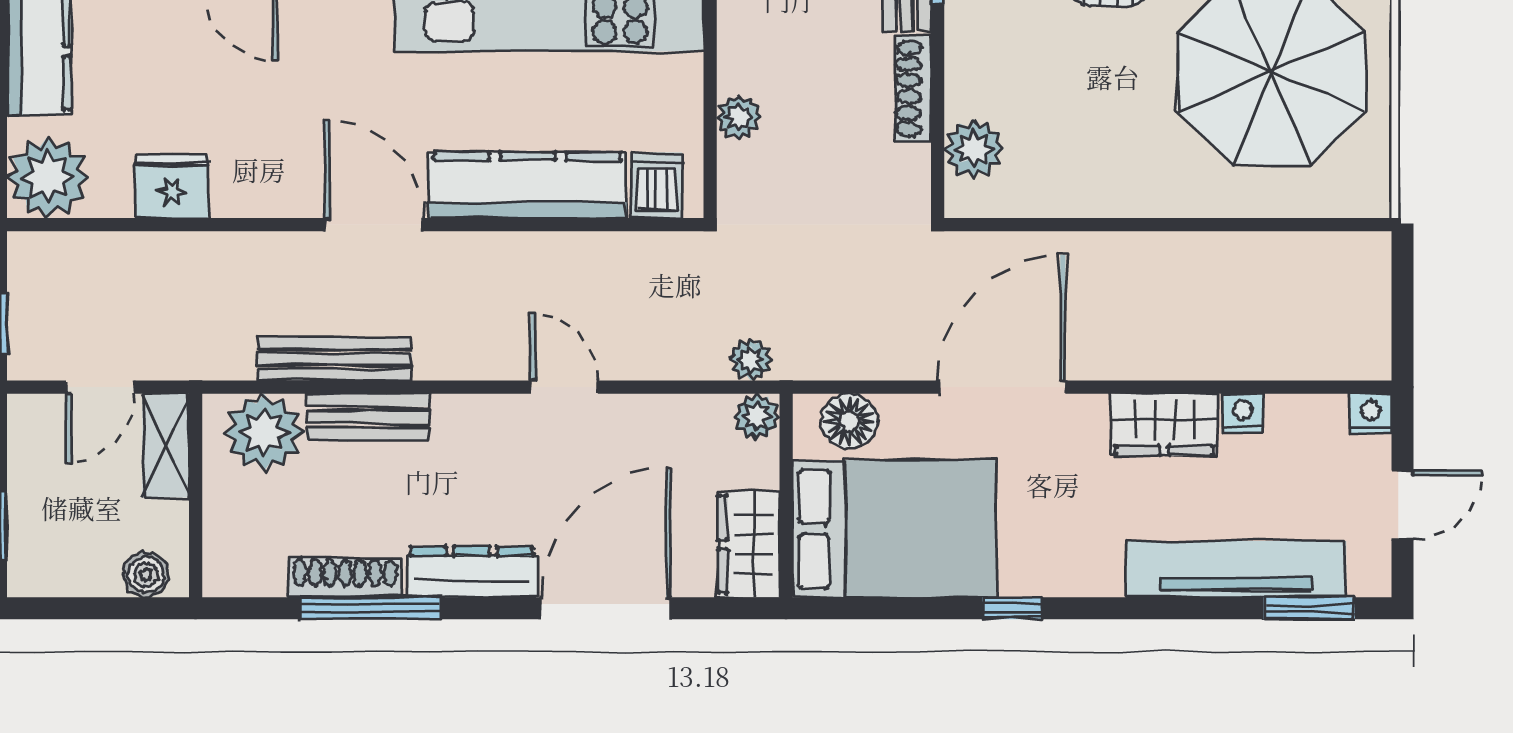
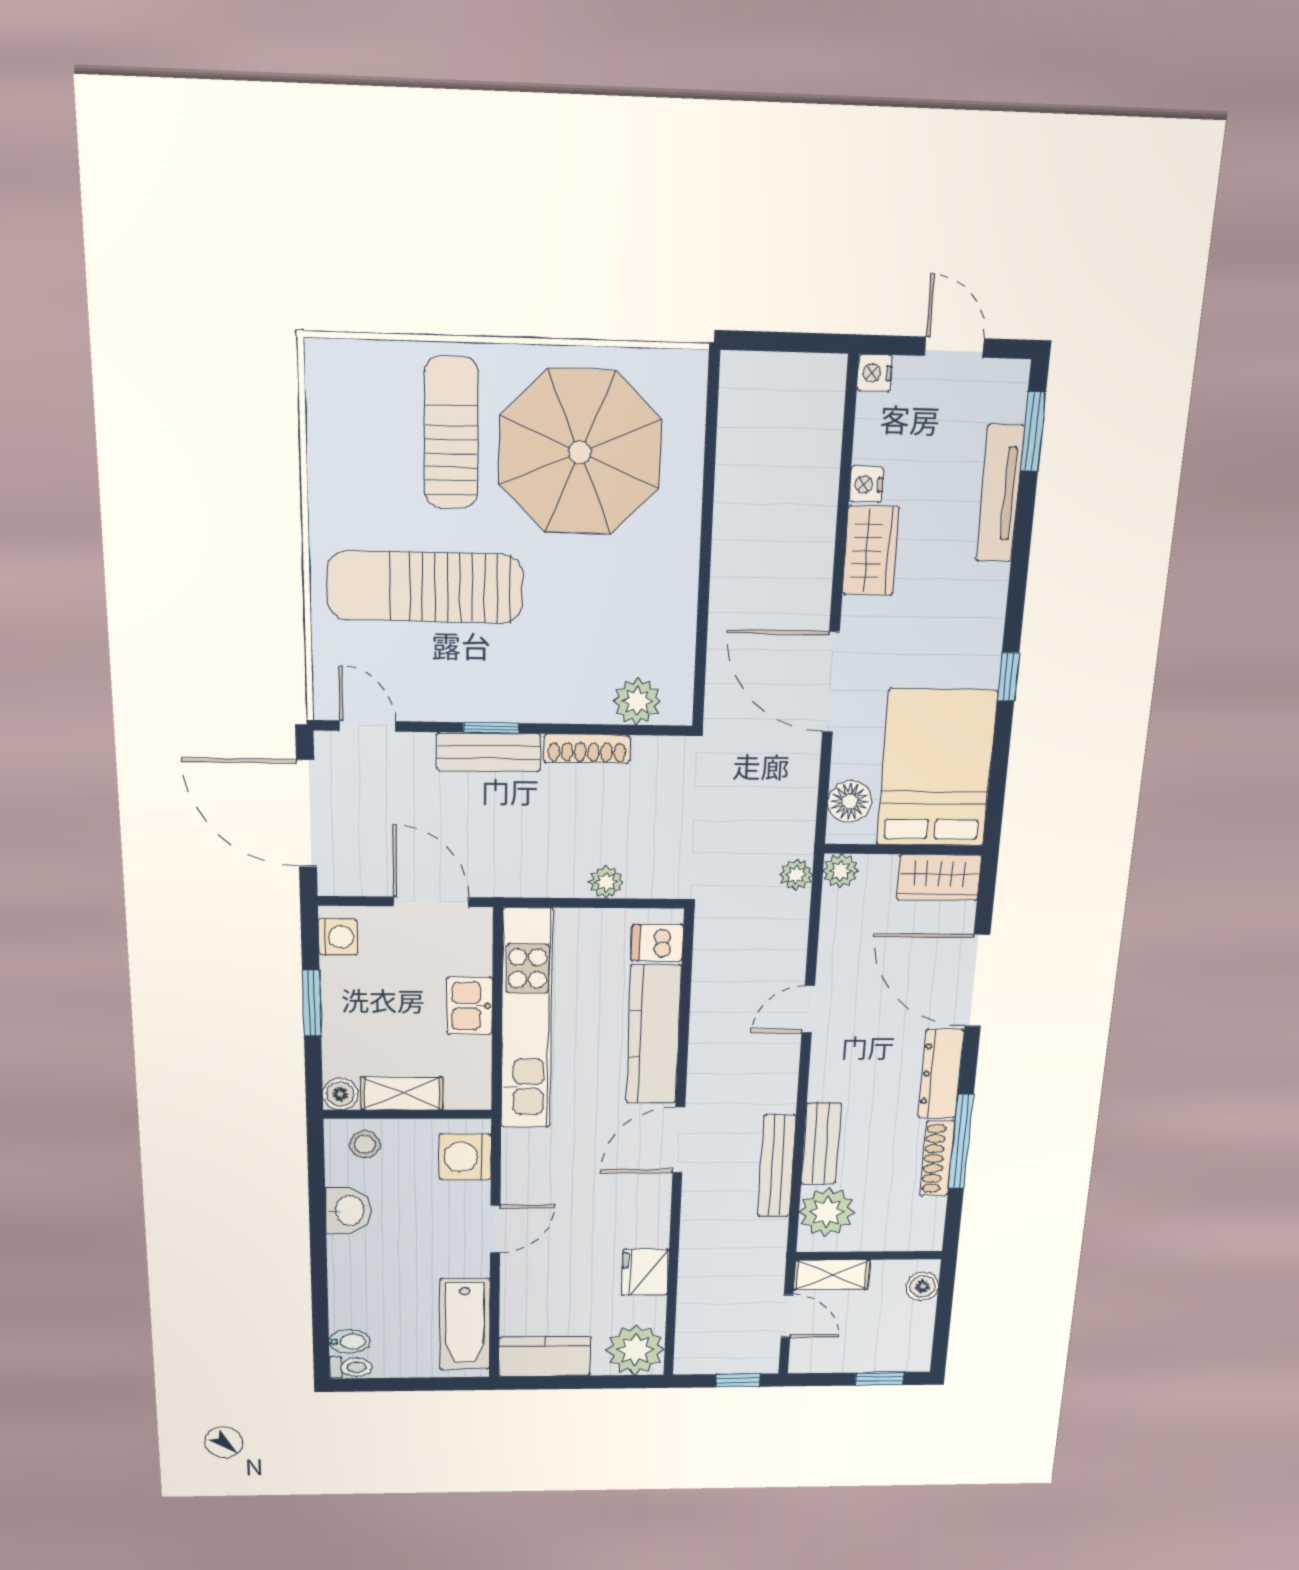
tv unit: (1236, 569) -> (1000, 493), width x0.73, depth x0.78

